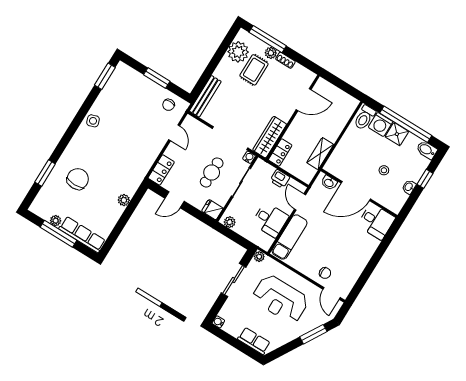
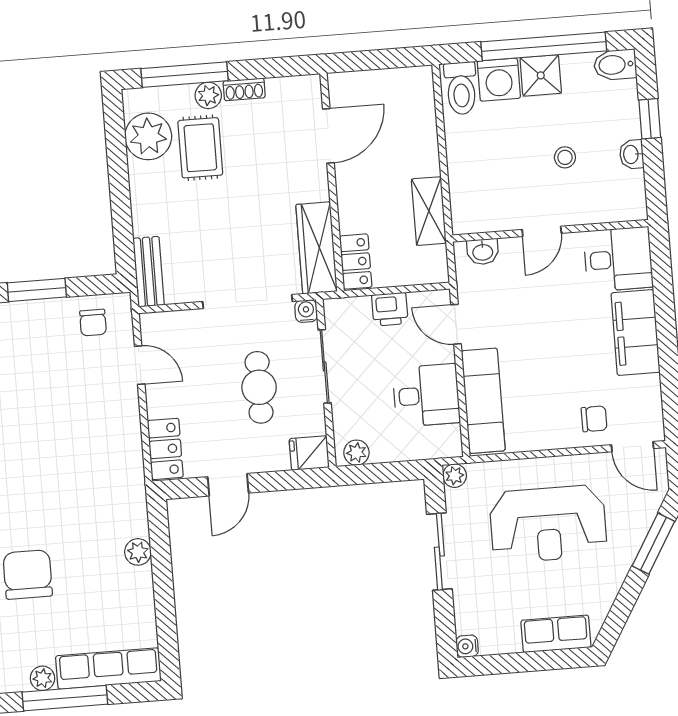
bench: (205, 96) -> (149, 272), width x0.73
door: (356, 191) -> (542, 231), width x0.53
filing cabinet: (363, 253) -> (636, 333), added

